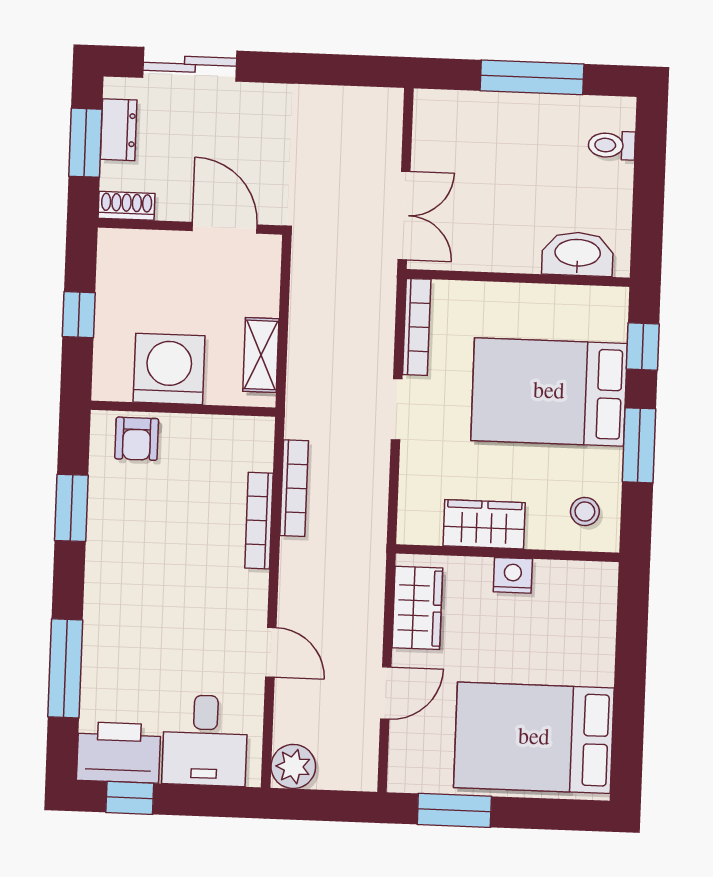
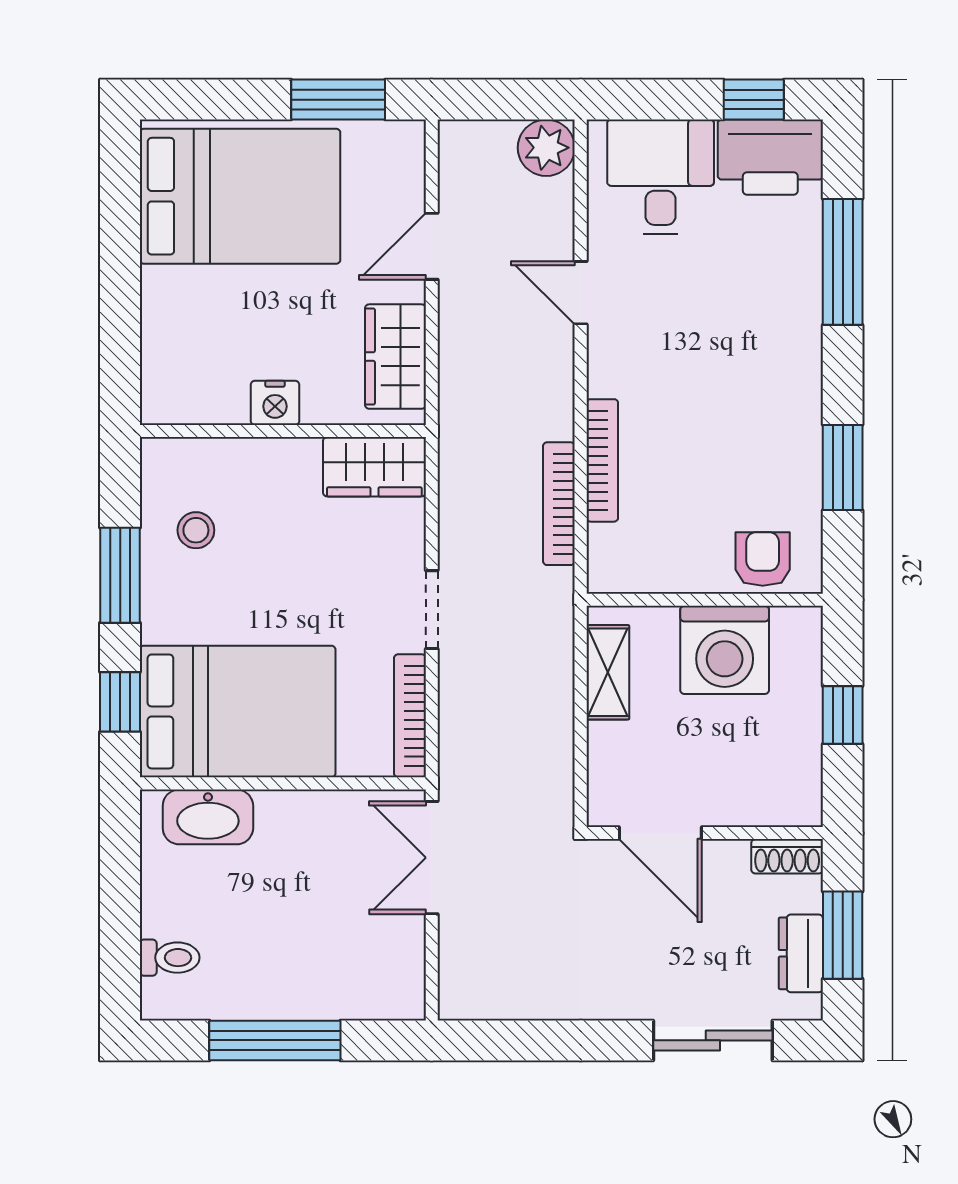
bed: (549, 392) -> (238, 711), moved
stool: (585, 511) -> (196, 530), moved
wardrobe: (484, 524) -> (374, 467), moved

